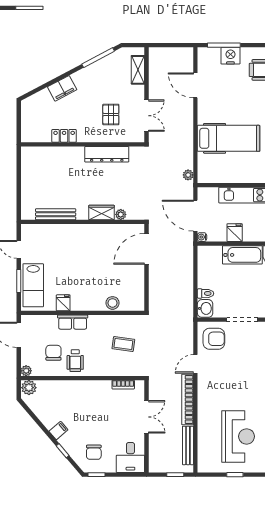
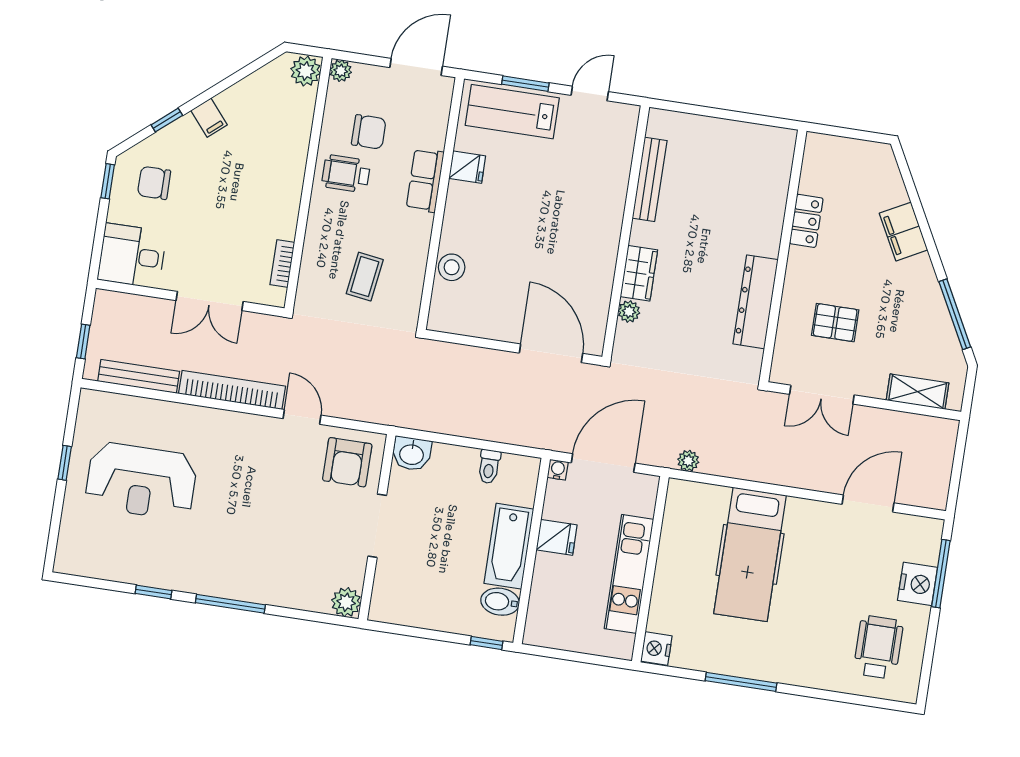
toilet: (205, 293) -> (489, 466), moved

